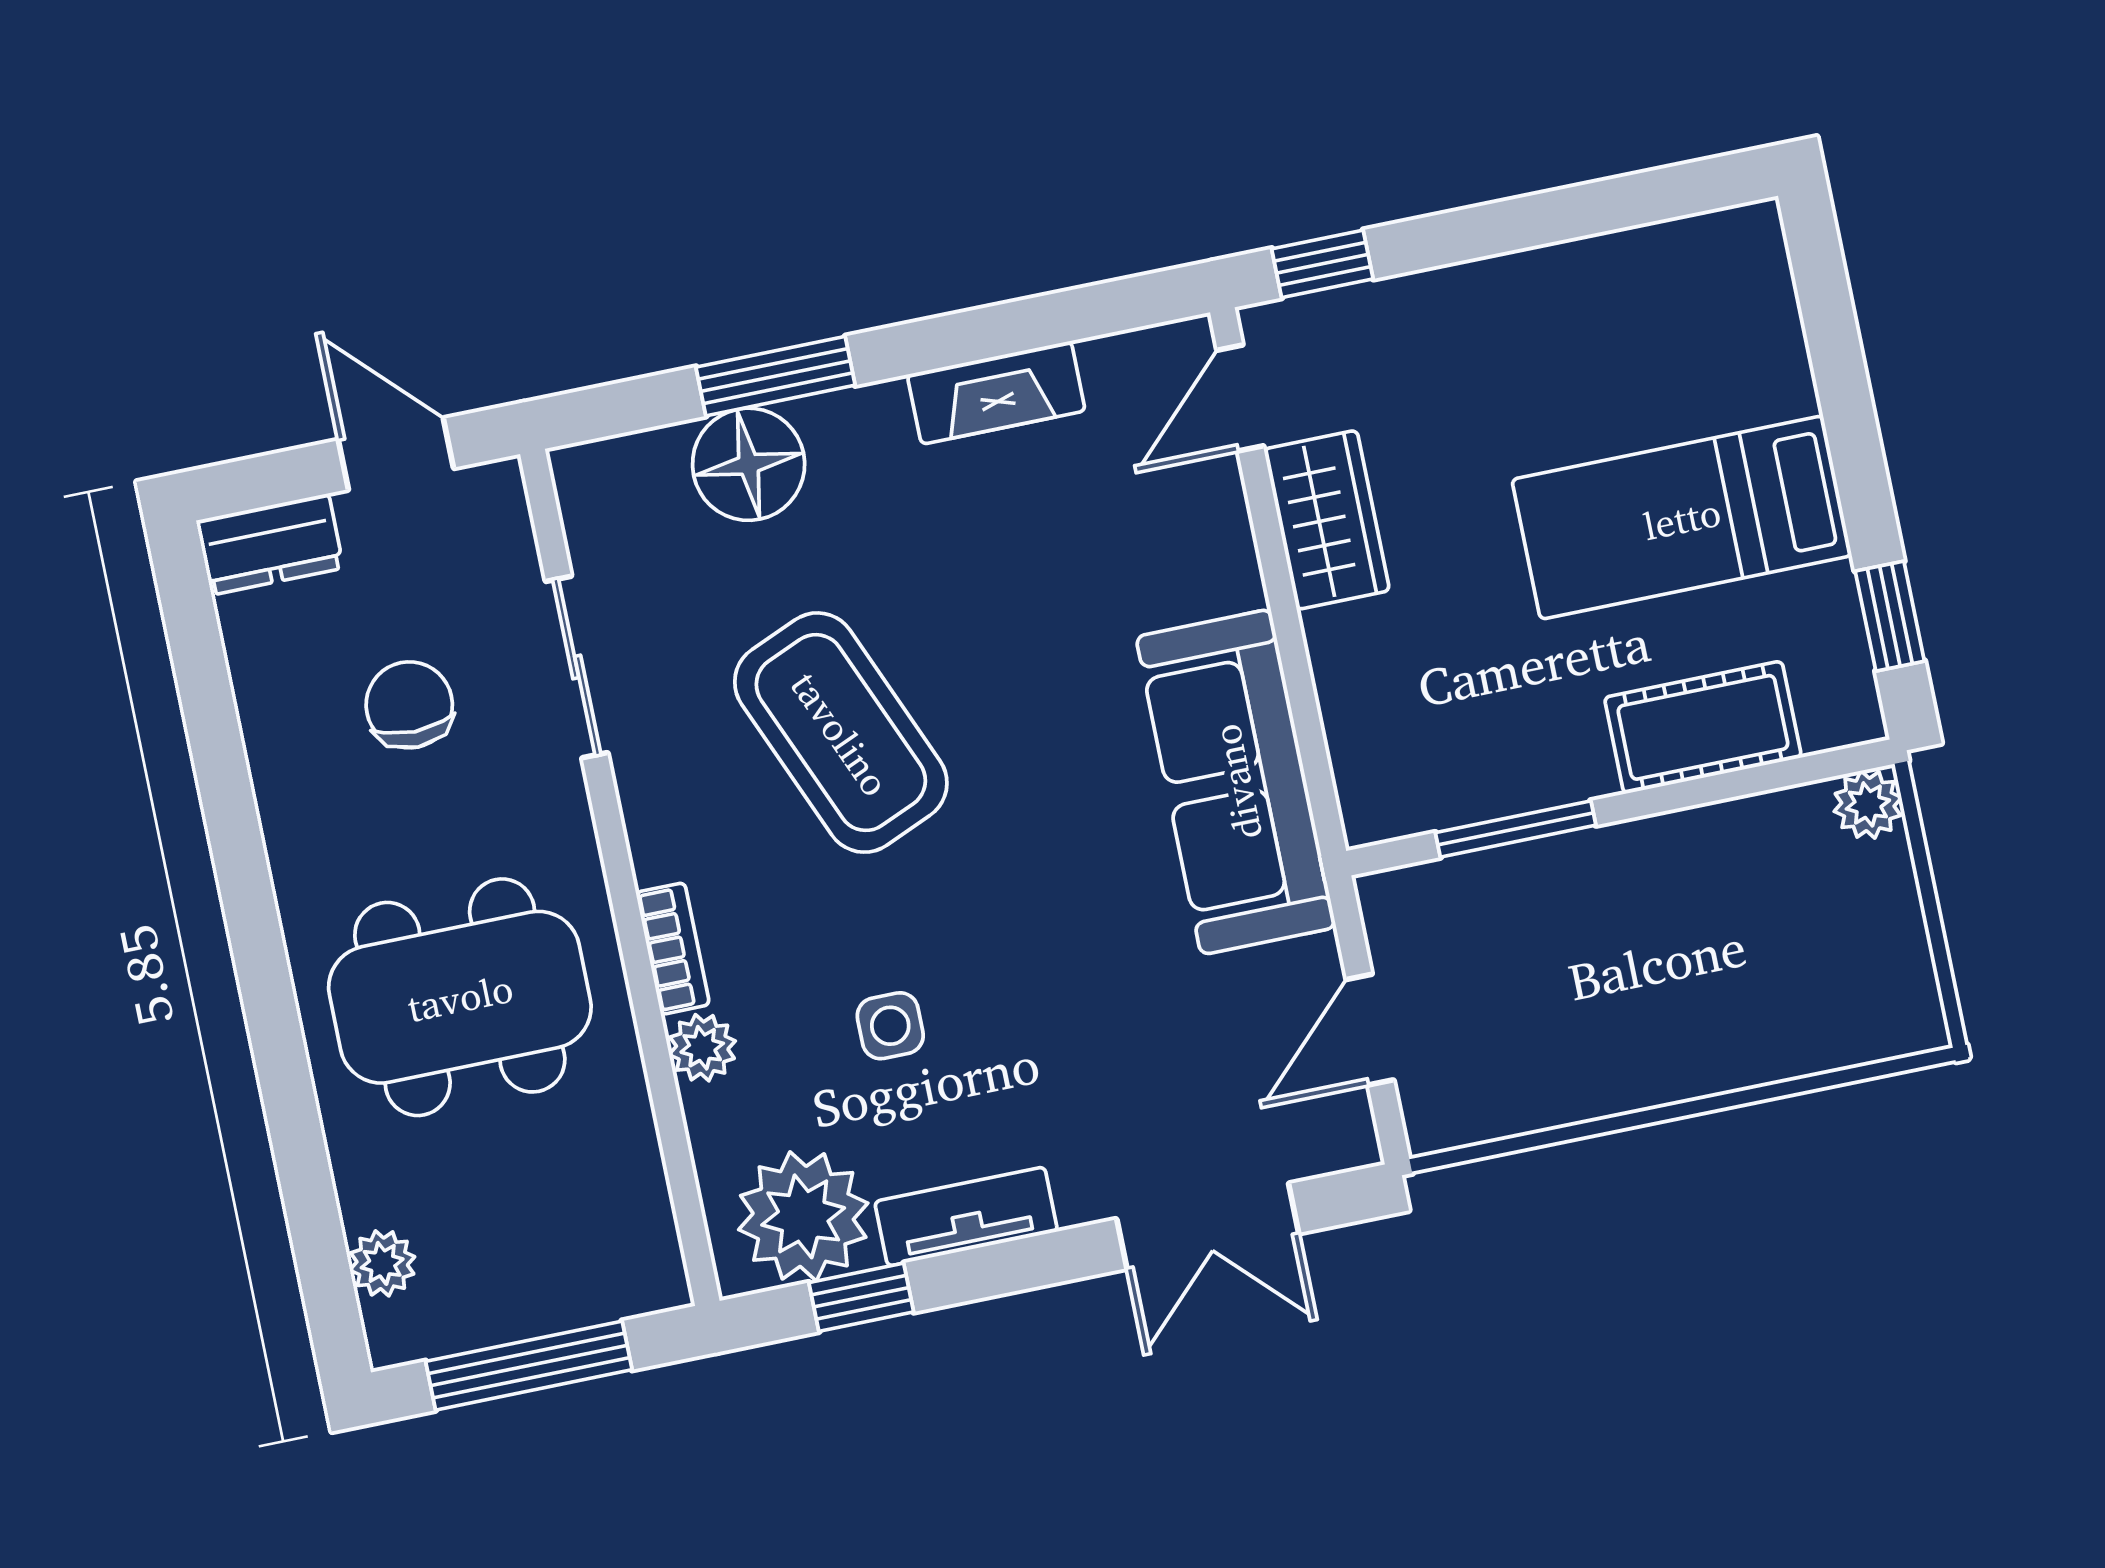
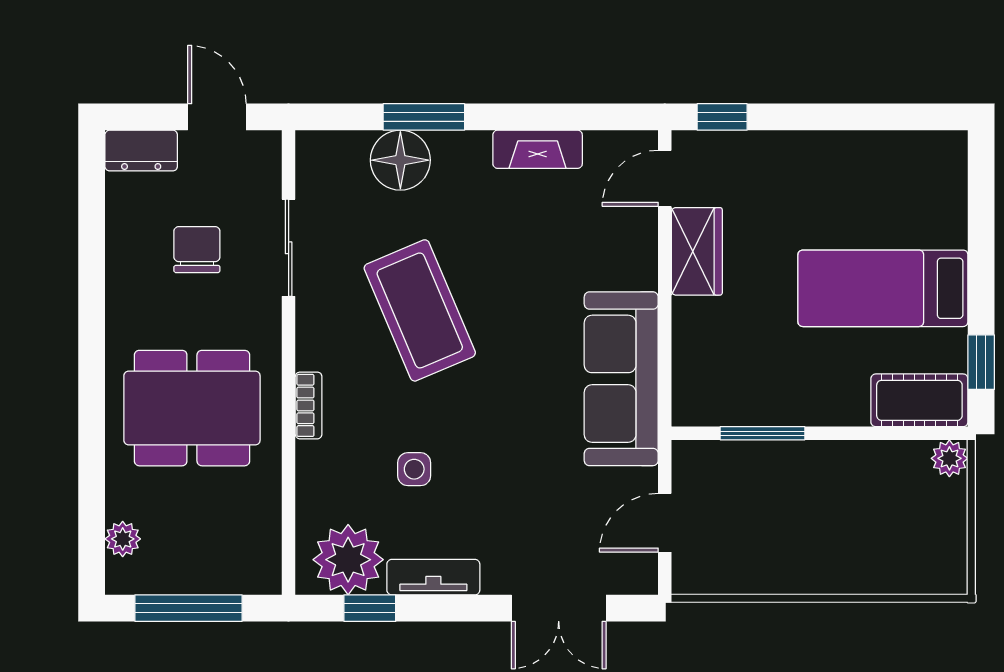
cot: (1703, 727) -> (919, 400), moved
plant: (702, 1048) -> (313, 460), removed

